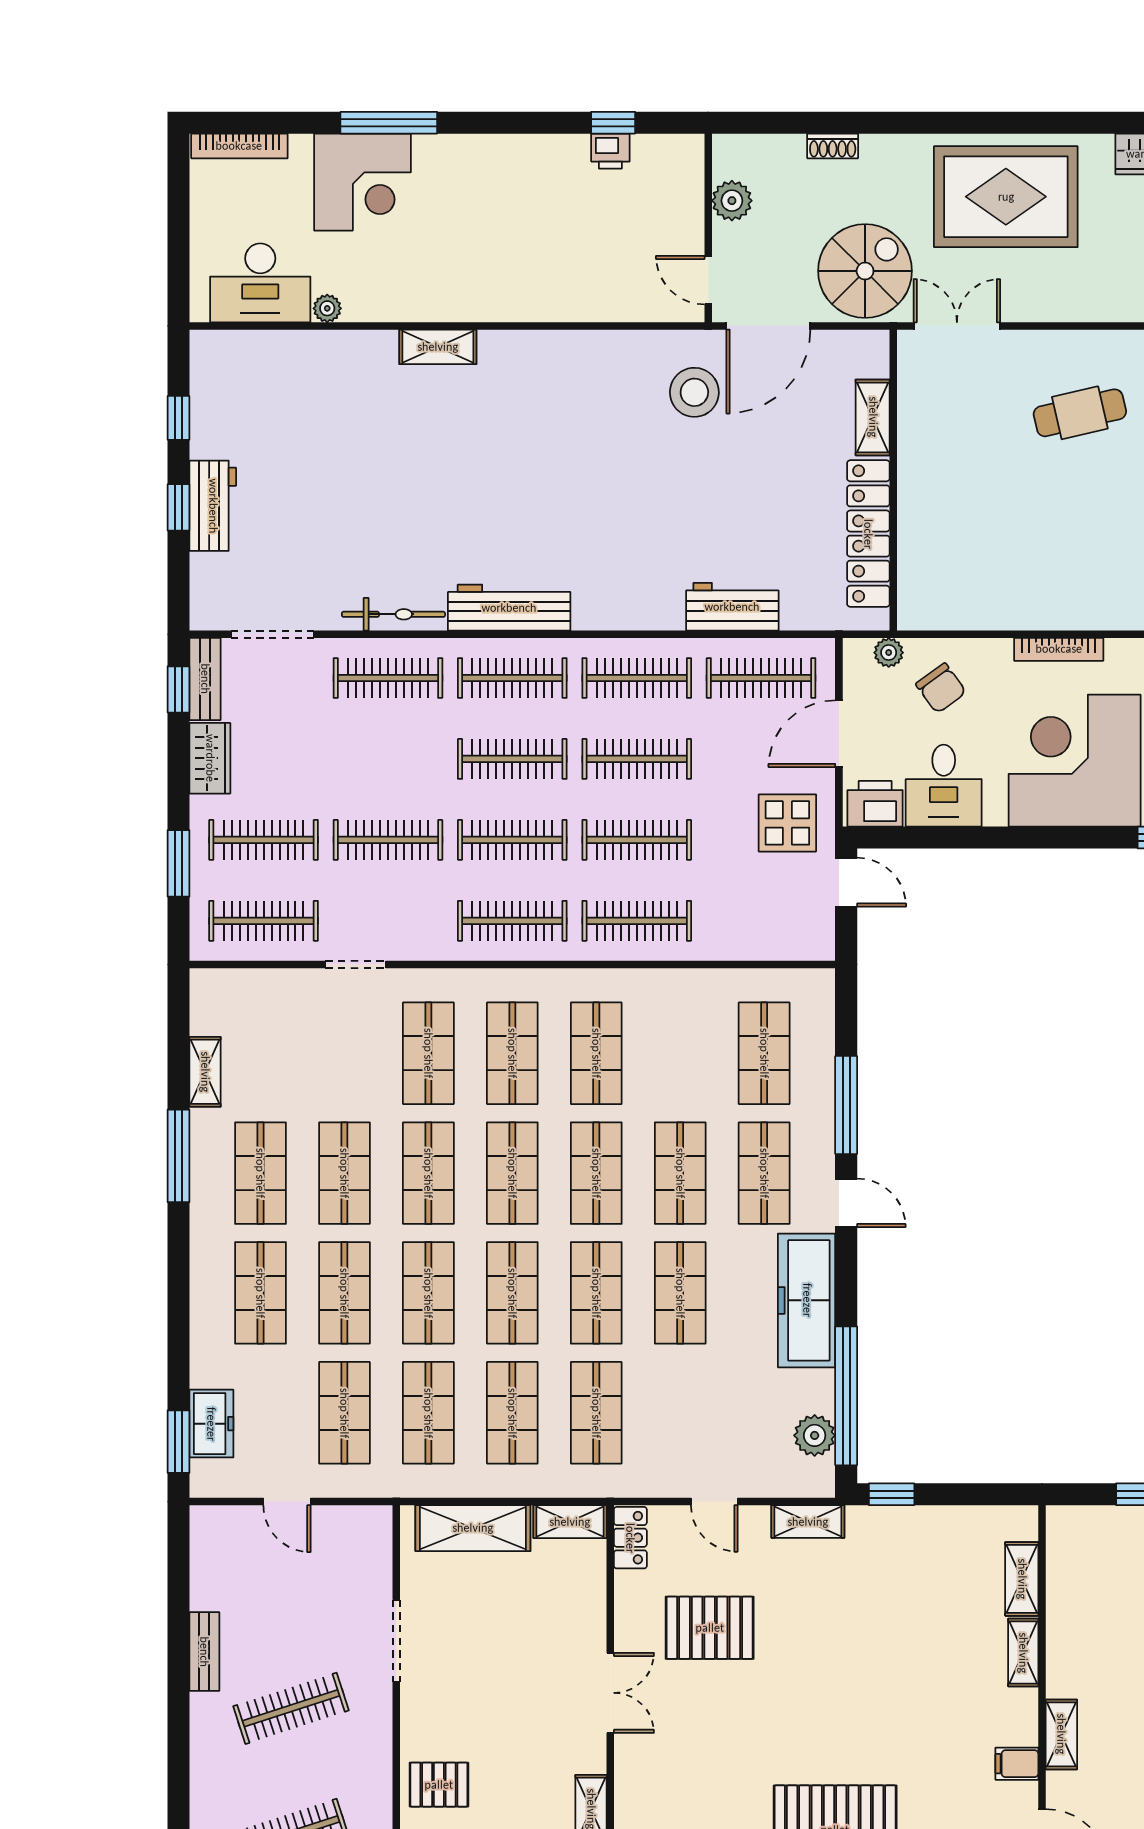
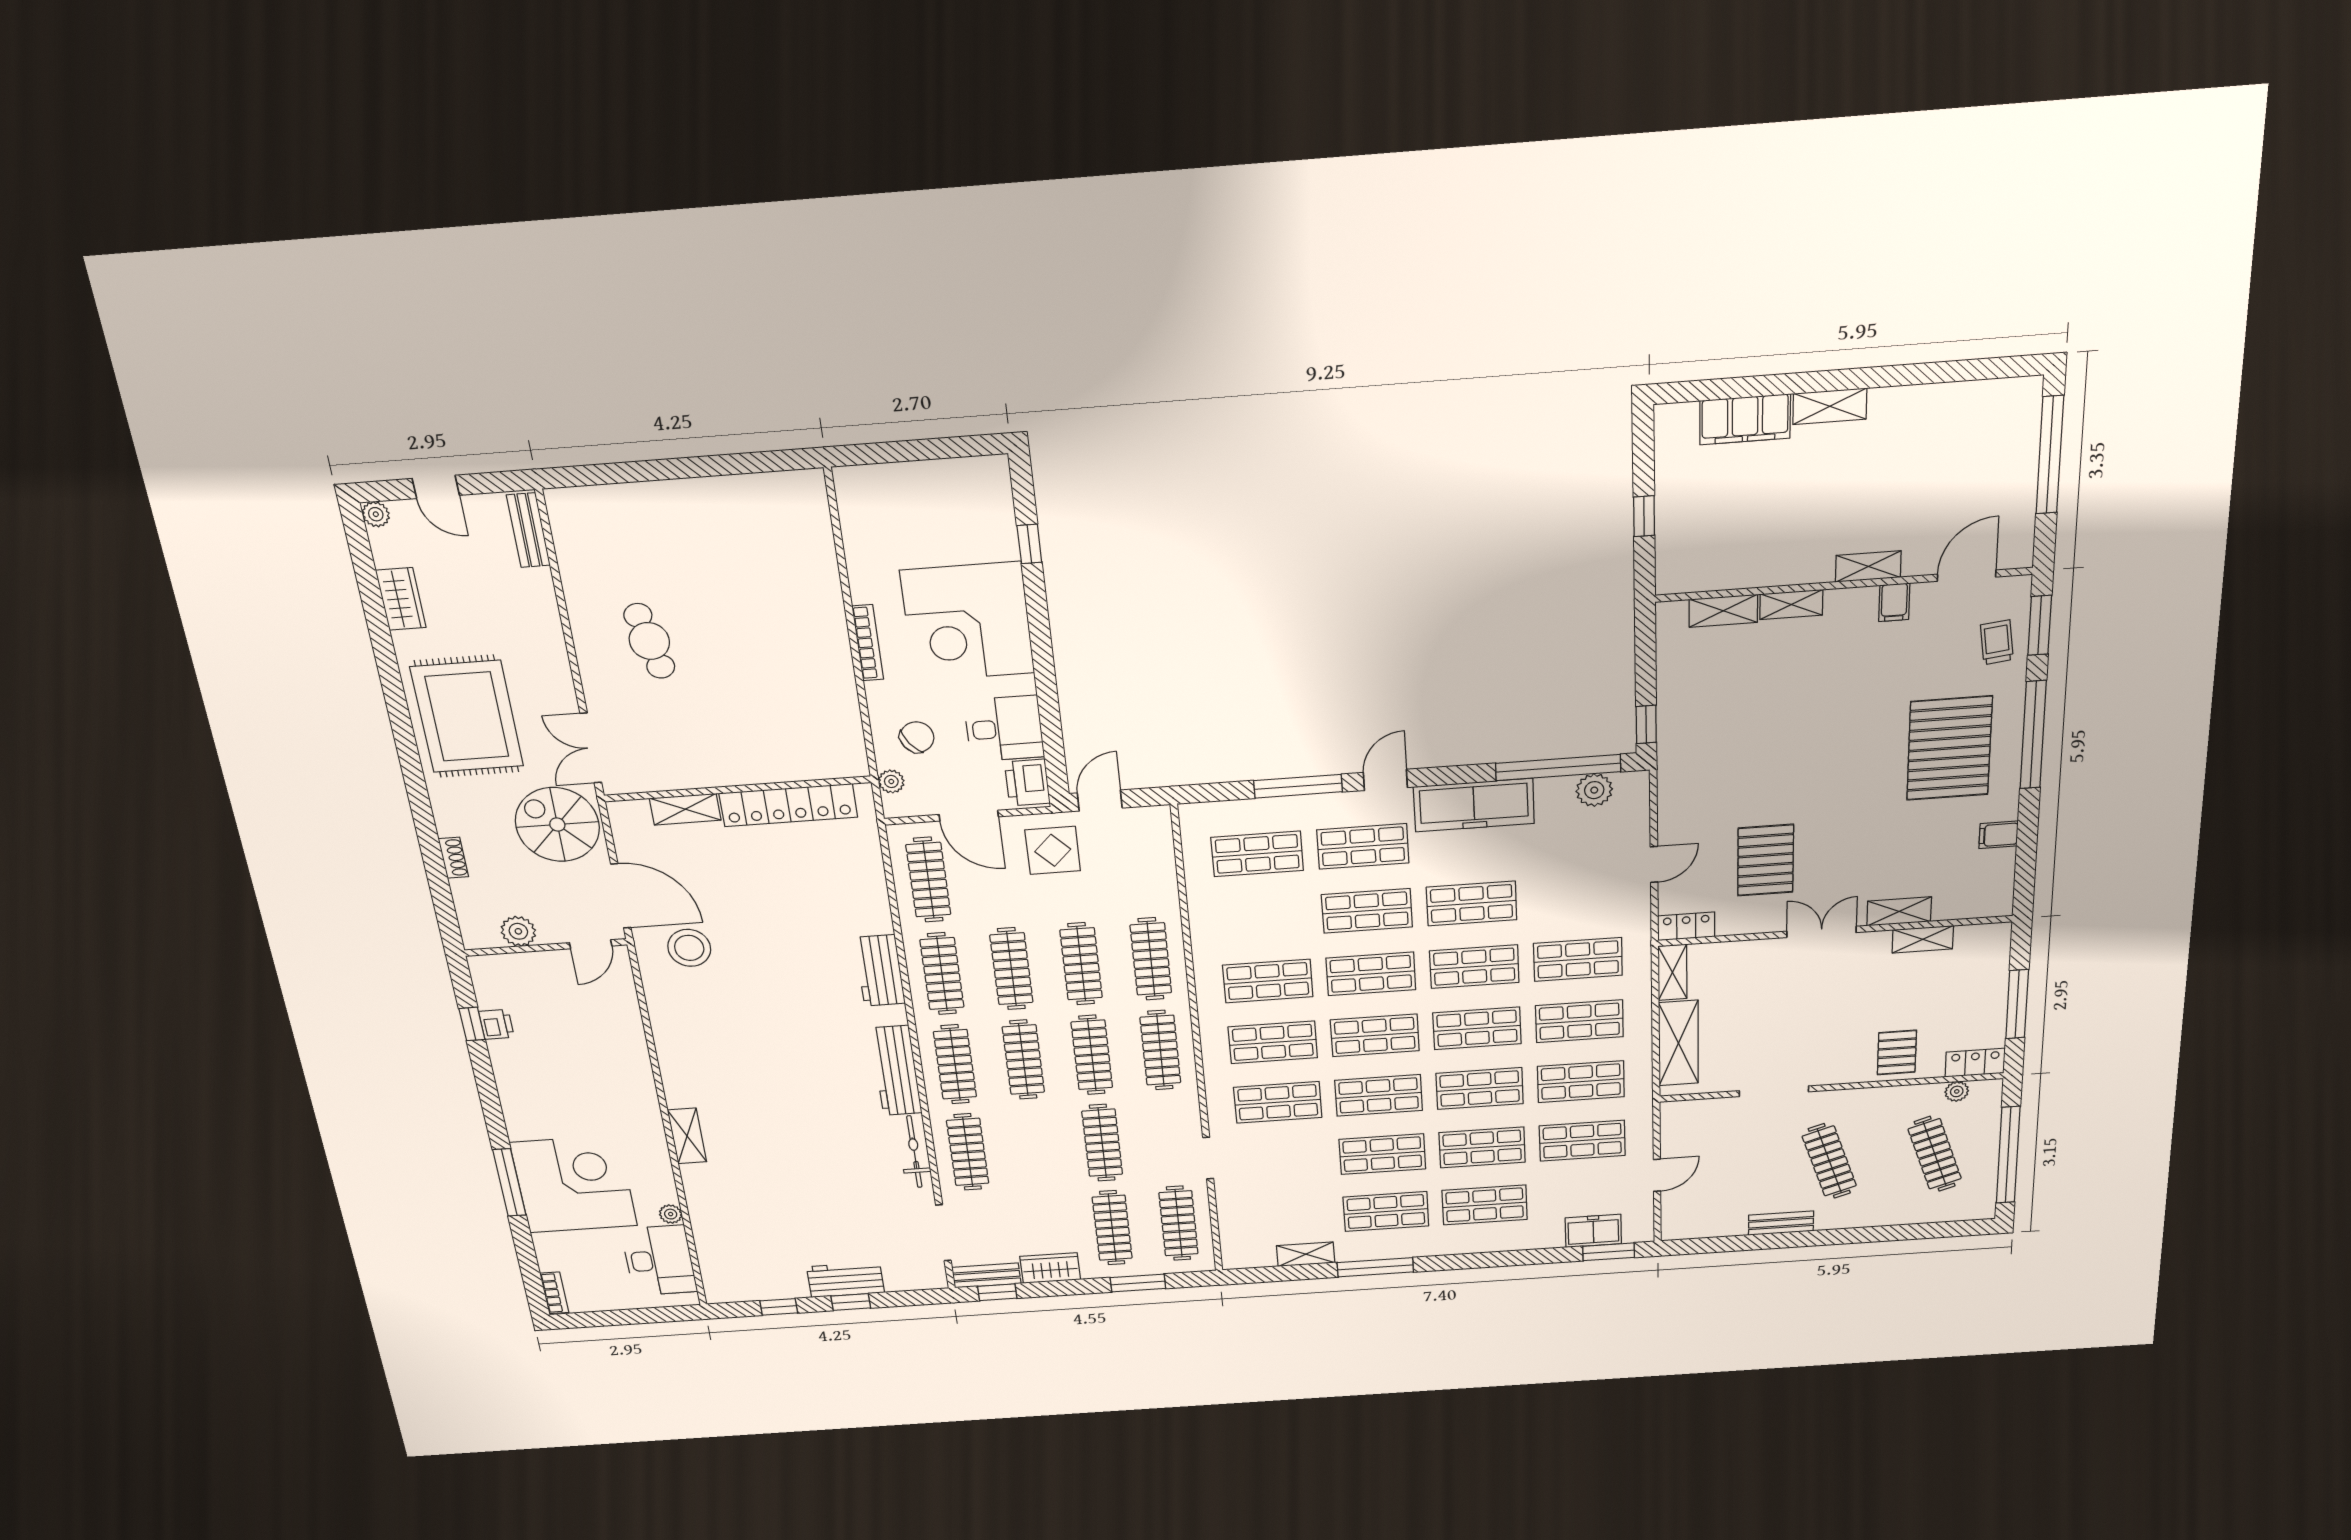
bookcase: (239, 146) -> (554, 1293), width x0.64
corner desk: (363, 182) -> (574, 1184), width x1.36, depth x1.36
workbench: (732, 607) -> (880, 970), moved
shelving: (808, 1522) -> (1899, 911), moved, turned 90

